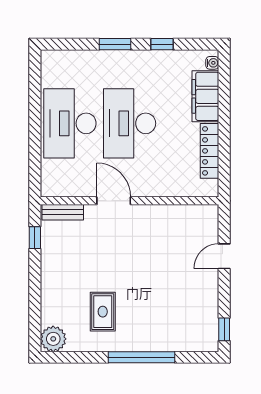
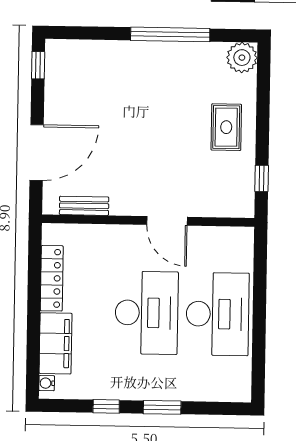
bench: (63, 212) -> (84, 206), moved
door: (224, 256) -> (37, 153), width x1.88
rug: (103, 312) -> (226, 127), moved
window: (141, 357) -> (170, 34), moved

